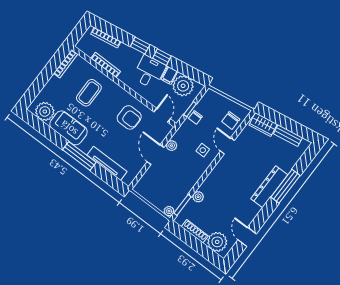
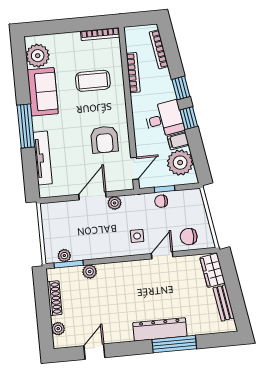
plant: (169, 211) -> (64, 256), moved
plant: (217, 242) -> (58, 329), width x0.53, depth x0.53

